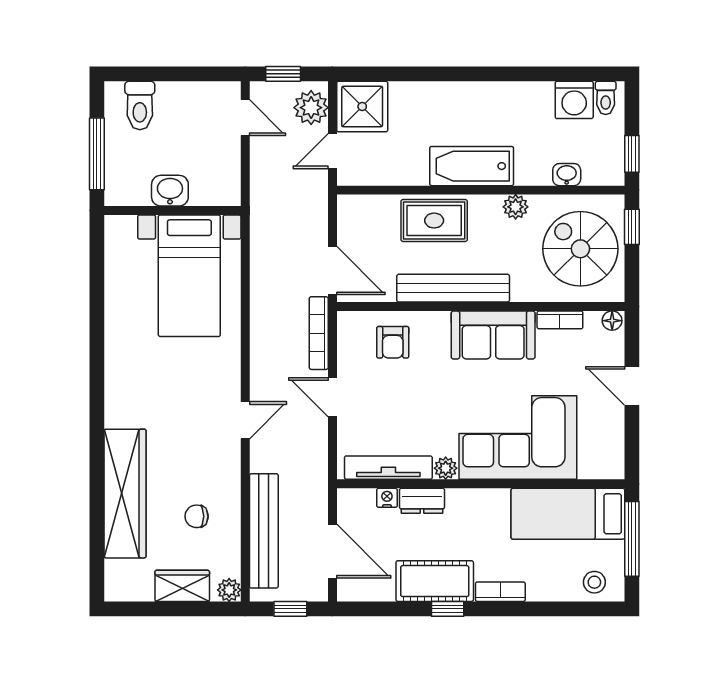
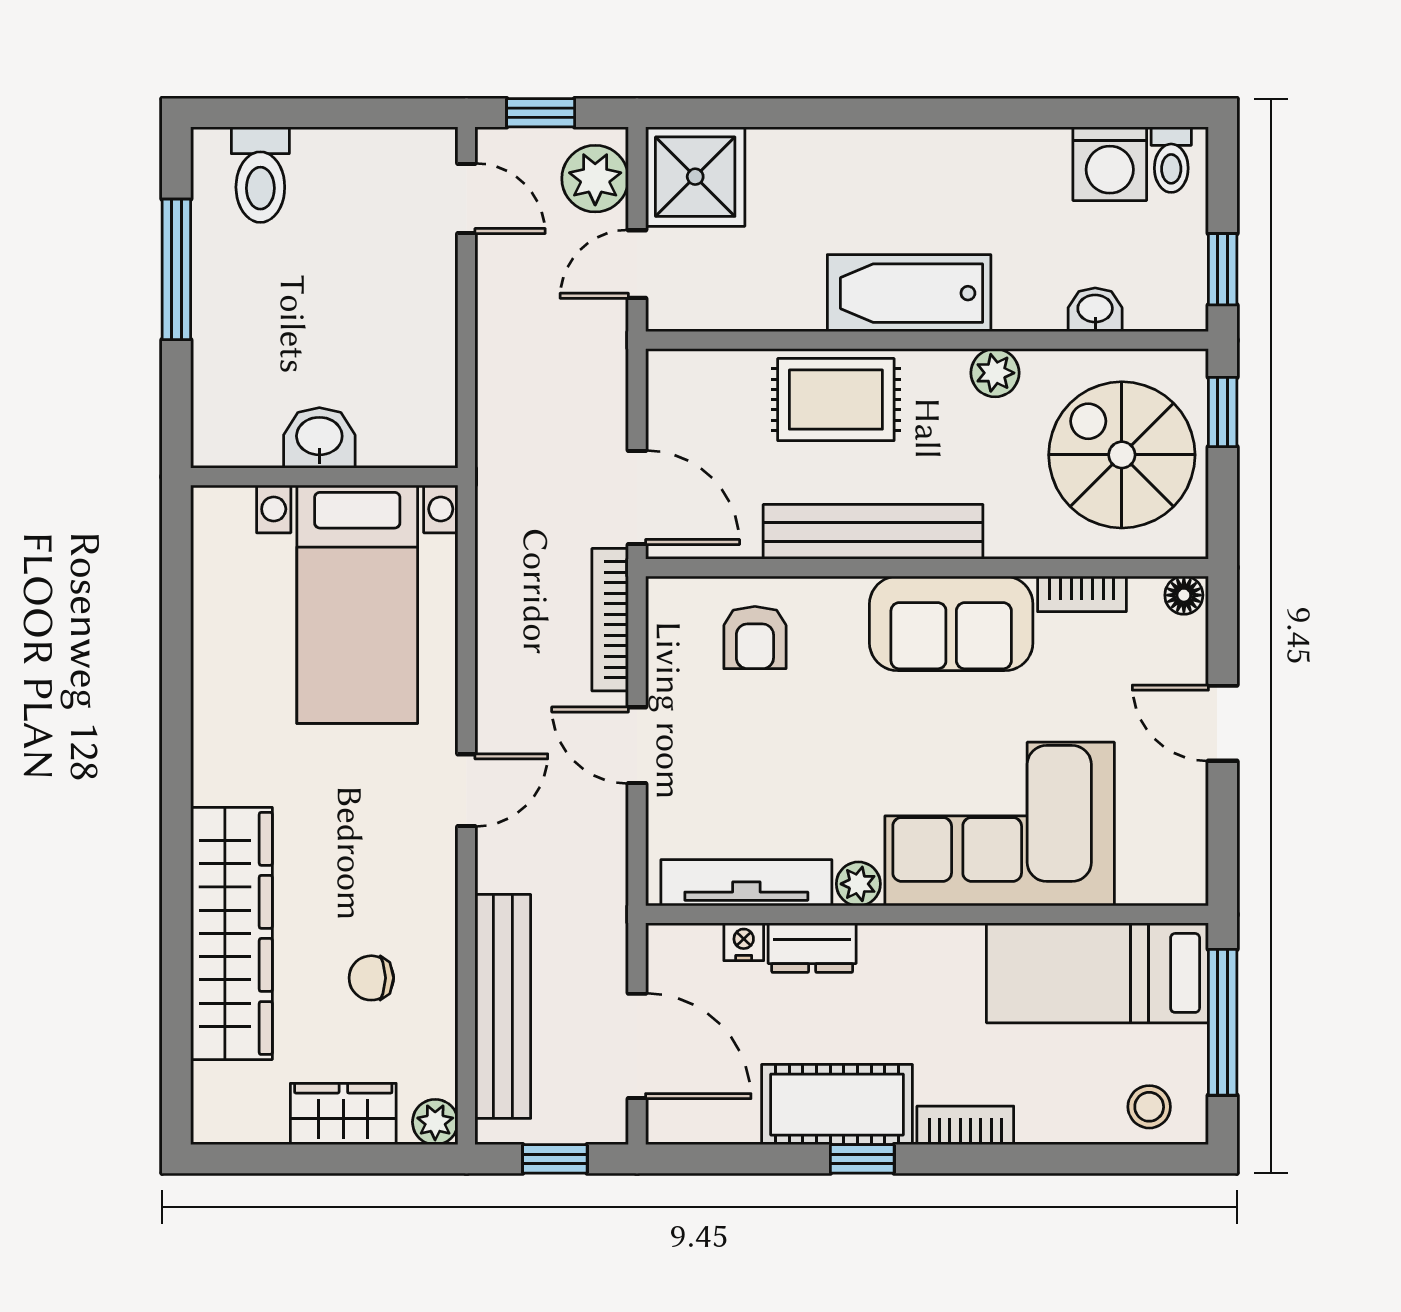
washbasin: (170, 191) -> (319, 438), moved
wall: (172, 210) -> (324, 477), moved
bed with nightstands: (189, 276) -> (357, 604), moved

